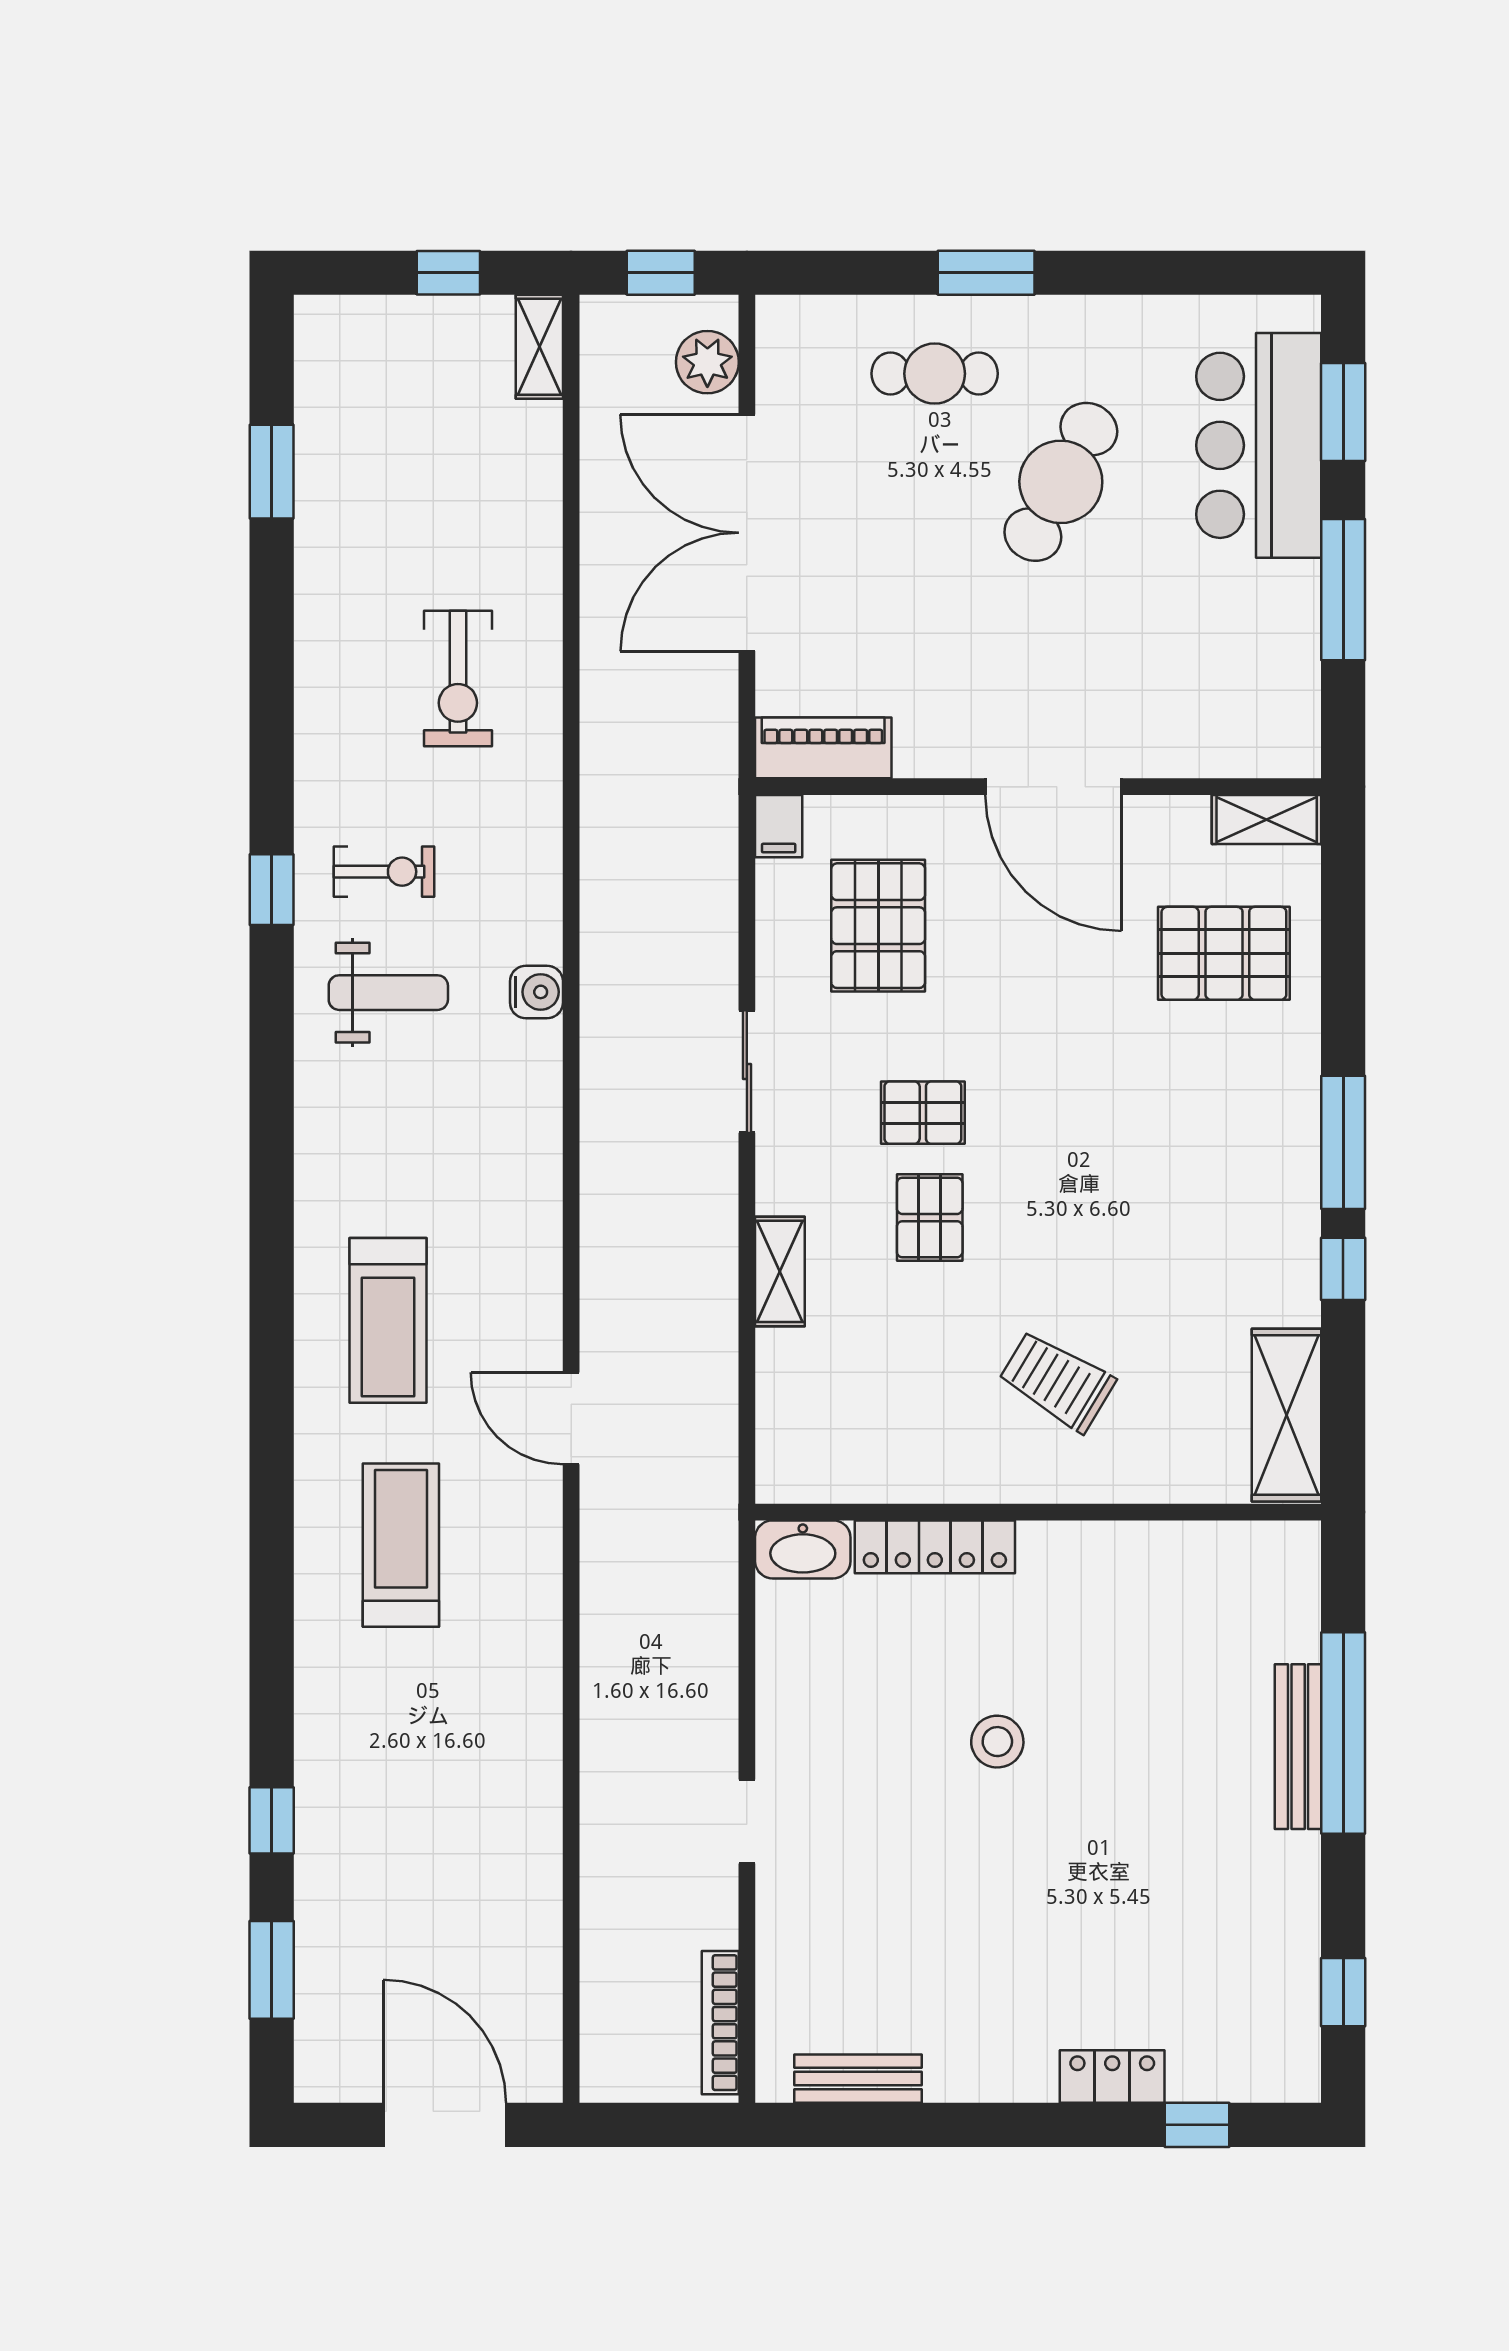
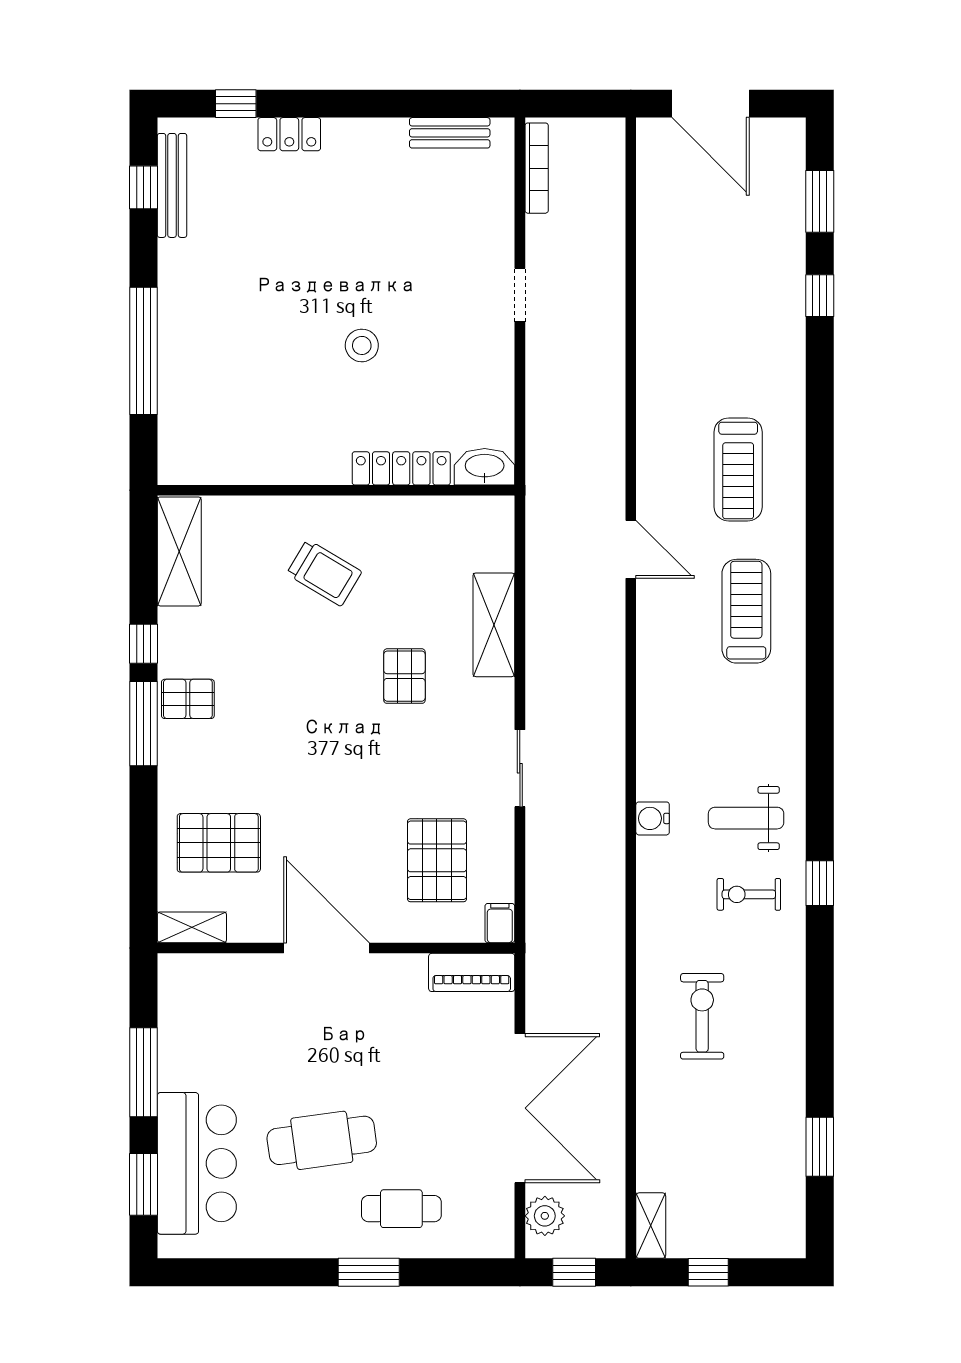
cafe table: (1061, 482) -> (322, 1140), turned 54
pallet: (923, 1113) -> (188, 699), moved
shelving: (780, 1271) -> (494, 625), width x1.50, depth x1.33
bench: (1298, 1747) -> (172, 185), moved

